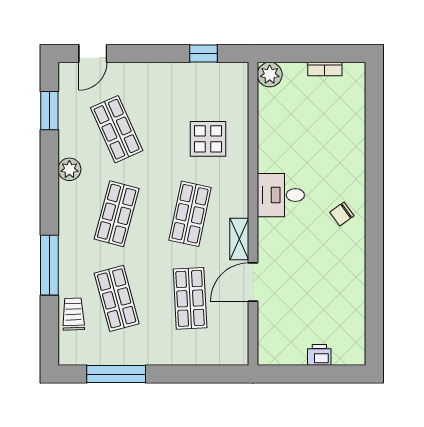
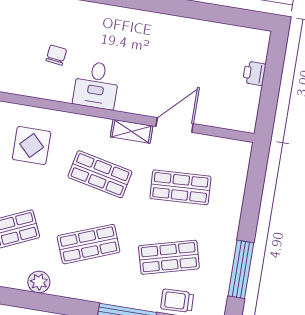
shop shelf: (117, 214) -> (89, 244), turned -36
chair: (342, 214) -> (56, 55), moved, turned -137
door: (253, 282) -> (175, 125), swing flipped

